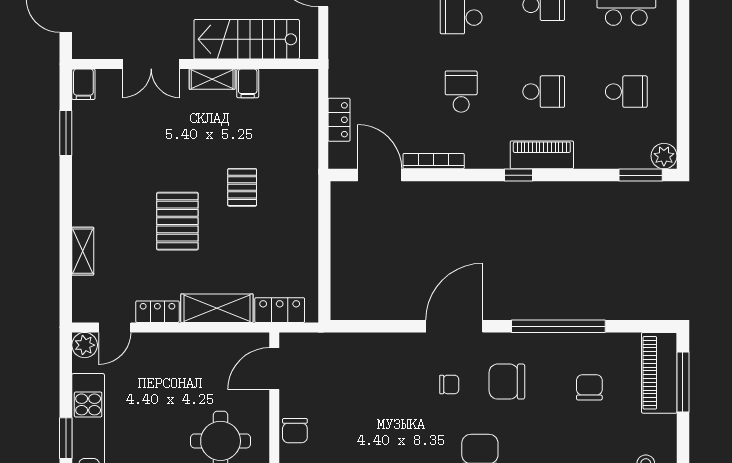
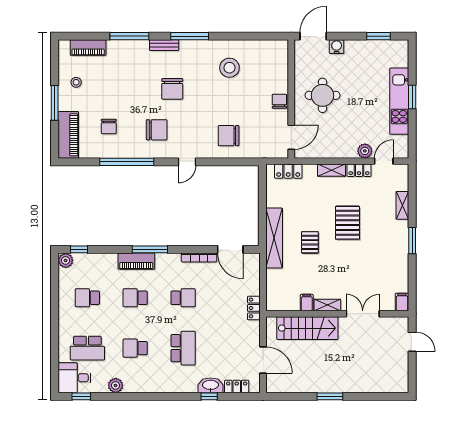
school desk: (461, 92) -> (183, 298), turned -90
locker: (339, 120) -> (254, 308), moved
window: (66, 133) -> (412, 241), moved
window: (519, 175) -> (150, 249), width x2.17
window: (641, 175) -> (79, 249), width x0.67
shelving: (304, 195) -> (274, 238), added
shelving: (217, 308) -> (331, 170), width x0.67, depth x0.75
door: (454, 326) -> (187, 162), width x0.53
plant: (85, 345) -> (365, 151), moved
window: (683, 382) -> (55, 103), moved
chair: (449, 384) -> (229, 136), moved, width x1.87, depth x1.87

